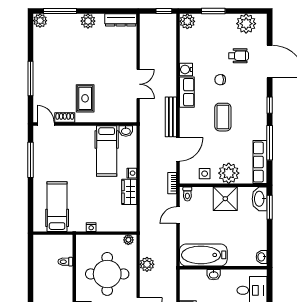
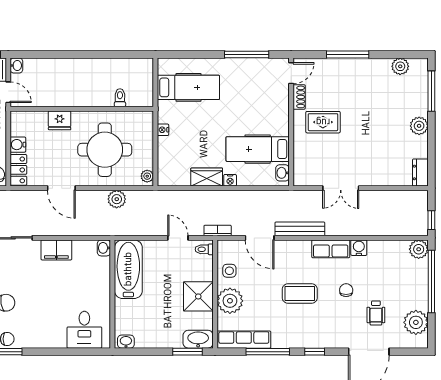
window: (213, 11) -> (431, 282), width x2.11
dresser: (121, 20) -> (420, 172), width x0.70
plant: (40, 21) -> (400, 66), moved
washbasin: (214, 275) -> (104, 248), moved

